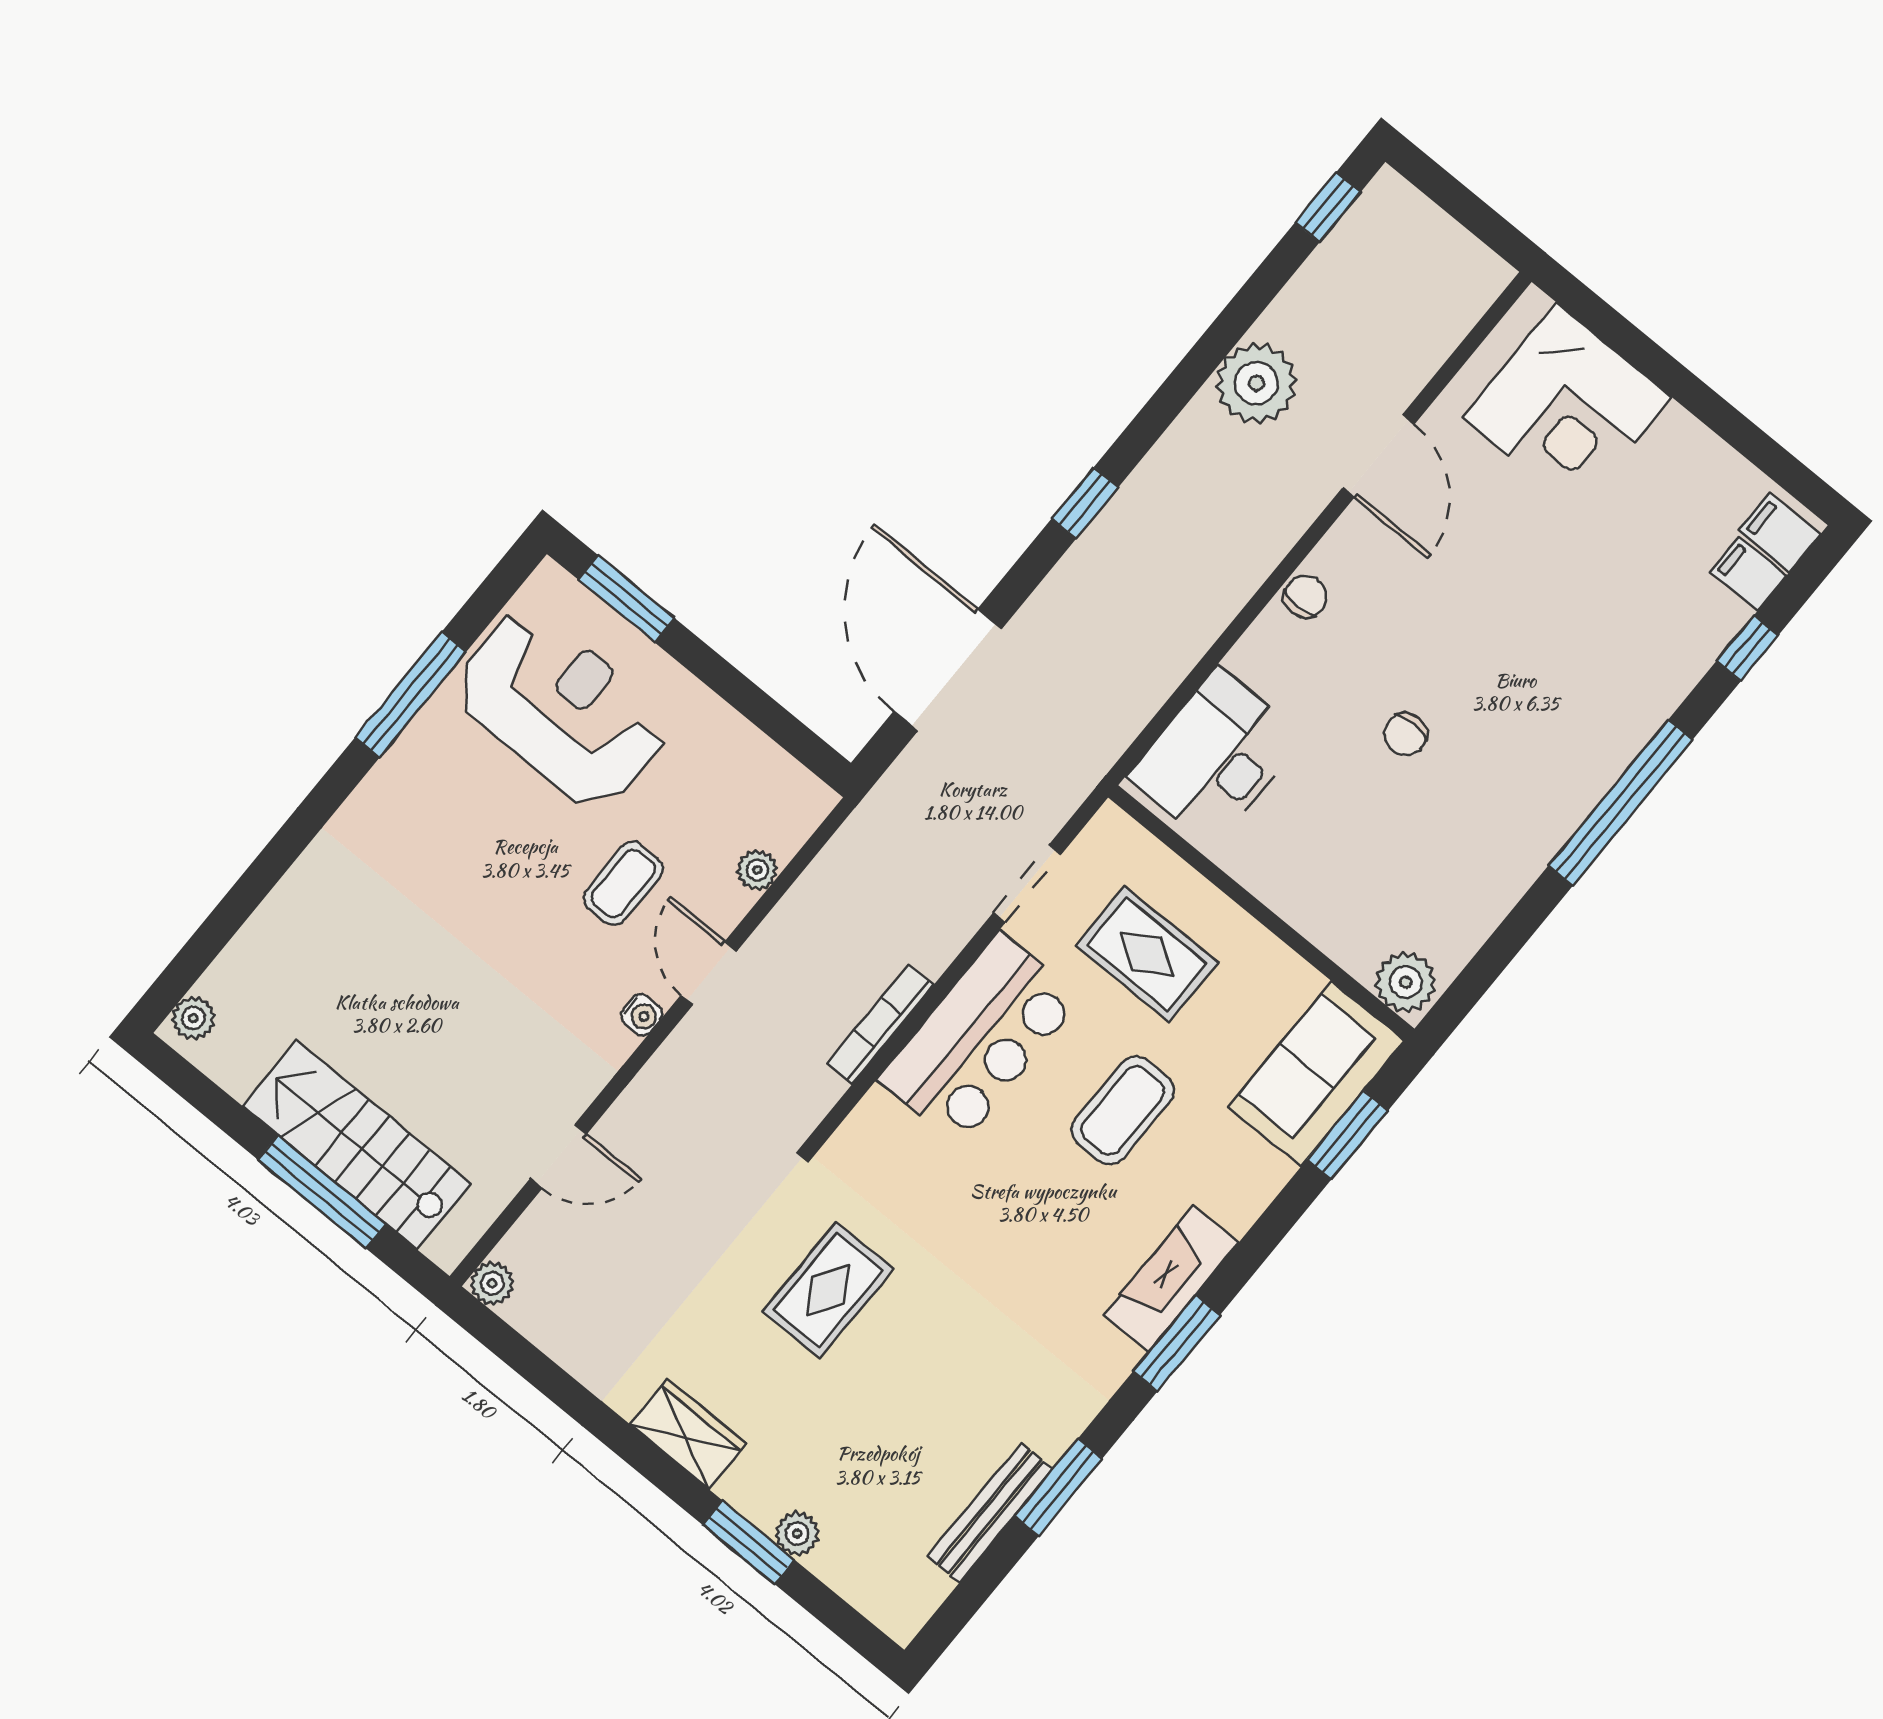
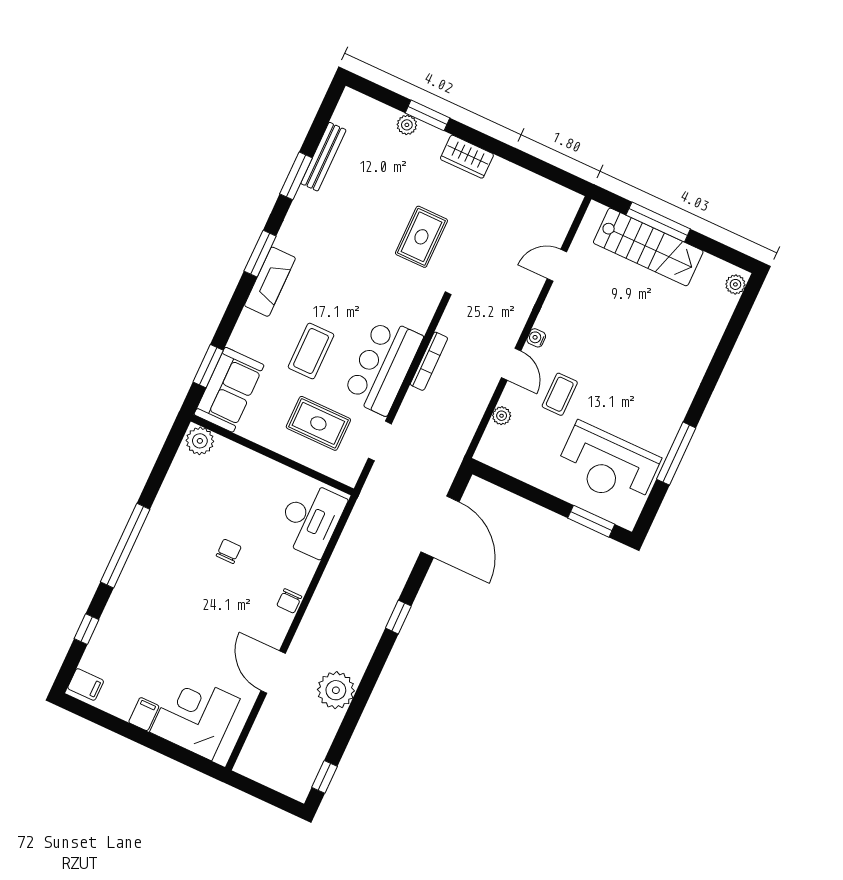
filing cabinet: (1748, 574) -> (144, 714), moved, turned -90
plant: (492, 1283) -> (572, 201), removed

